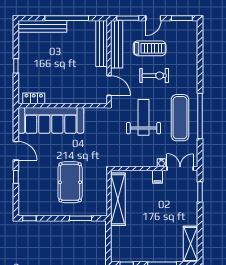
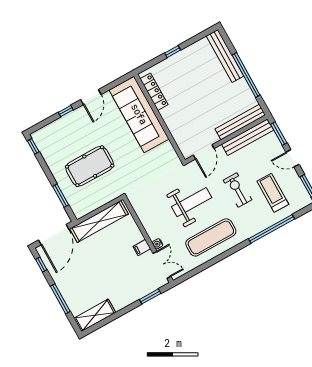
treadmill: (150, 48) -> (273, 193), moved, turned 180
exercise bike: (154, 76) -> (238, 190), turned 180
locker: (34, 98) -> (154, 92), width x1.53
window: (200, 116) -> (272, 229), moved
door: (108, 241) -> (54, 235), added

